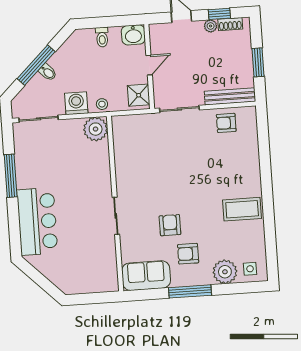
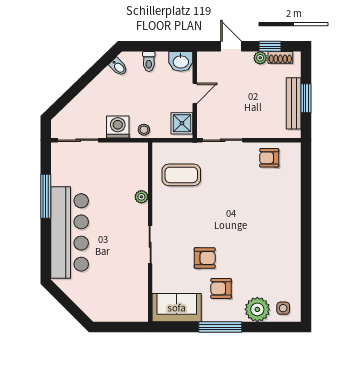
window: (36, 65) -> (80, 85), removed
bidet: (48, 72) -> (118, 67), moved
bench: (230, 96) -> (294, 103), moved, turned 90
plant: (96, 129) -> (141, 197), moved, width x0.53, depth x0.53
coffee table: (242, 209) -> (181, 175), moved
bar counter: (37, 221) -> (70, 232), width x1.36
armchair: (170, 225) -> (205, 258), turned 90

